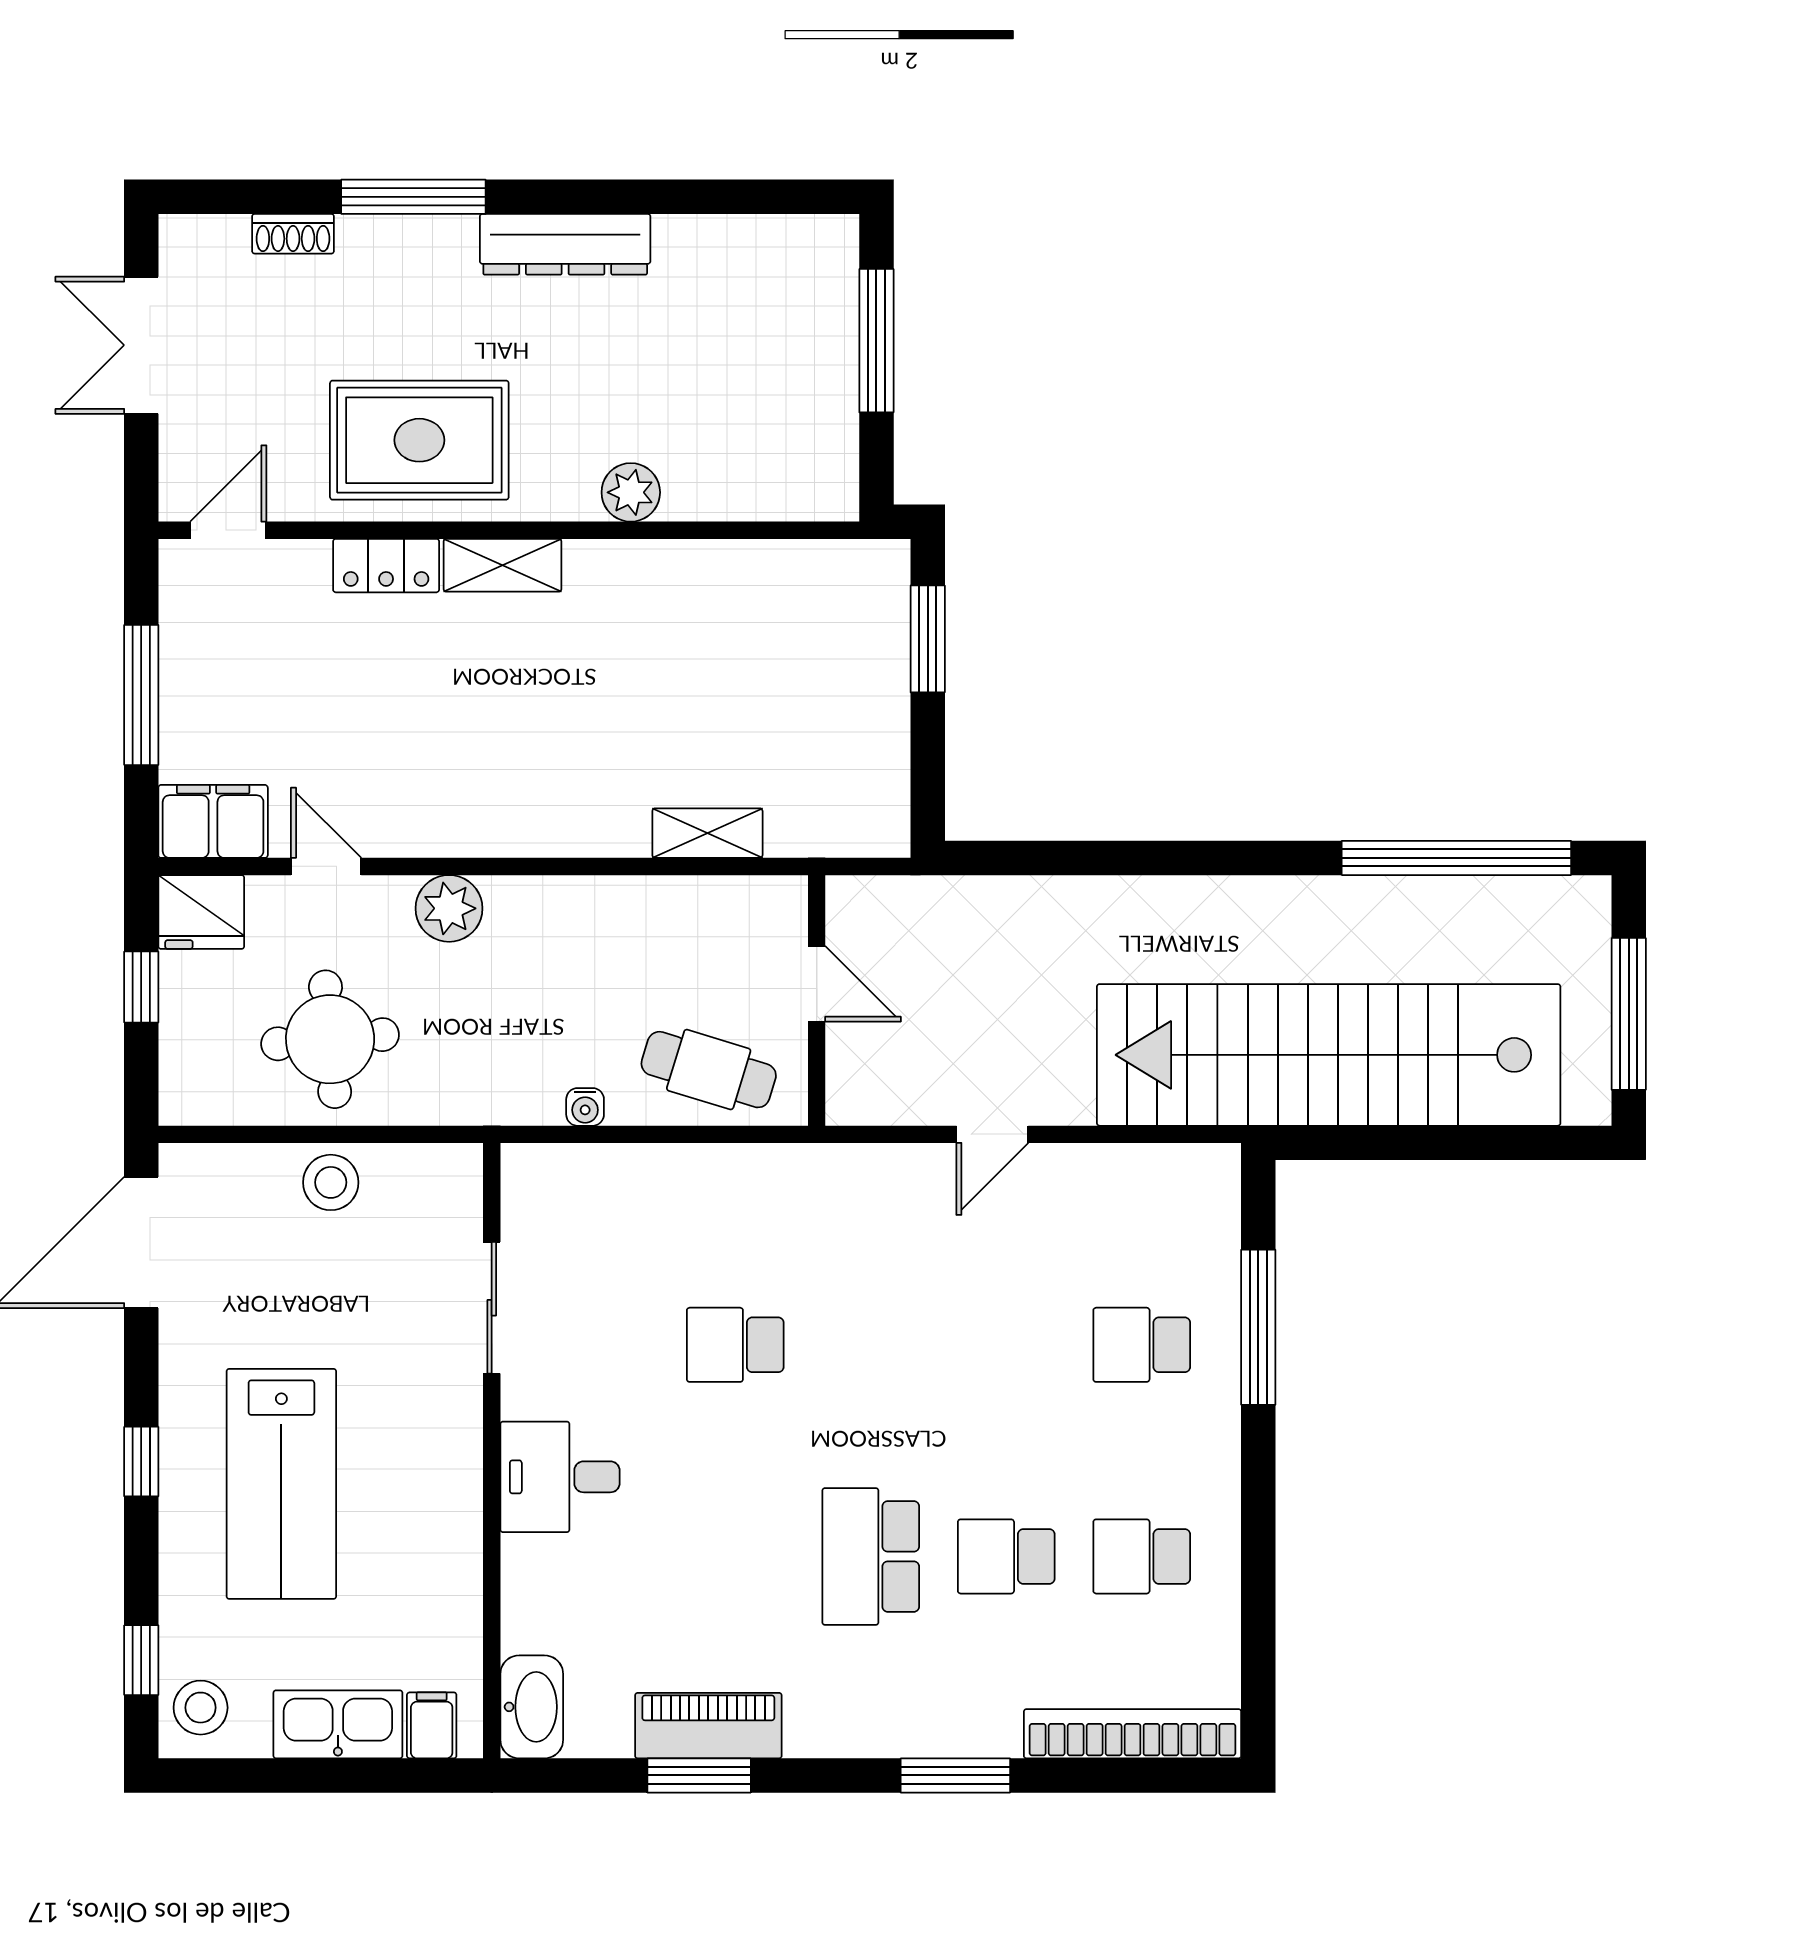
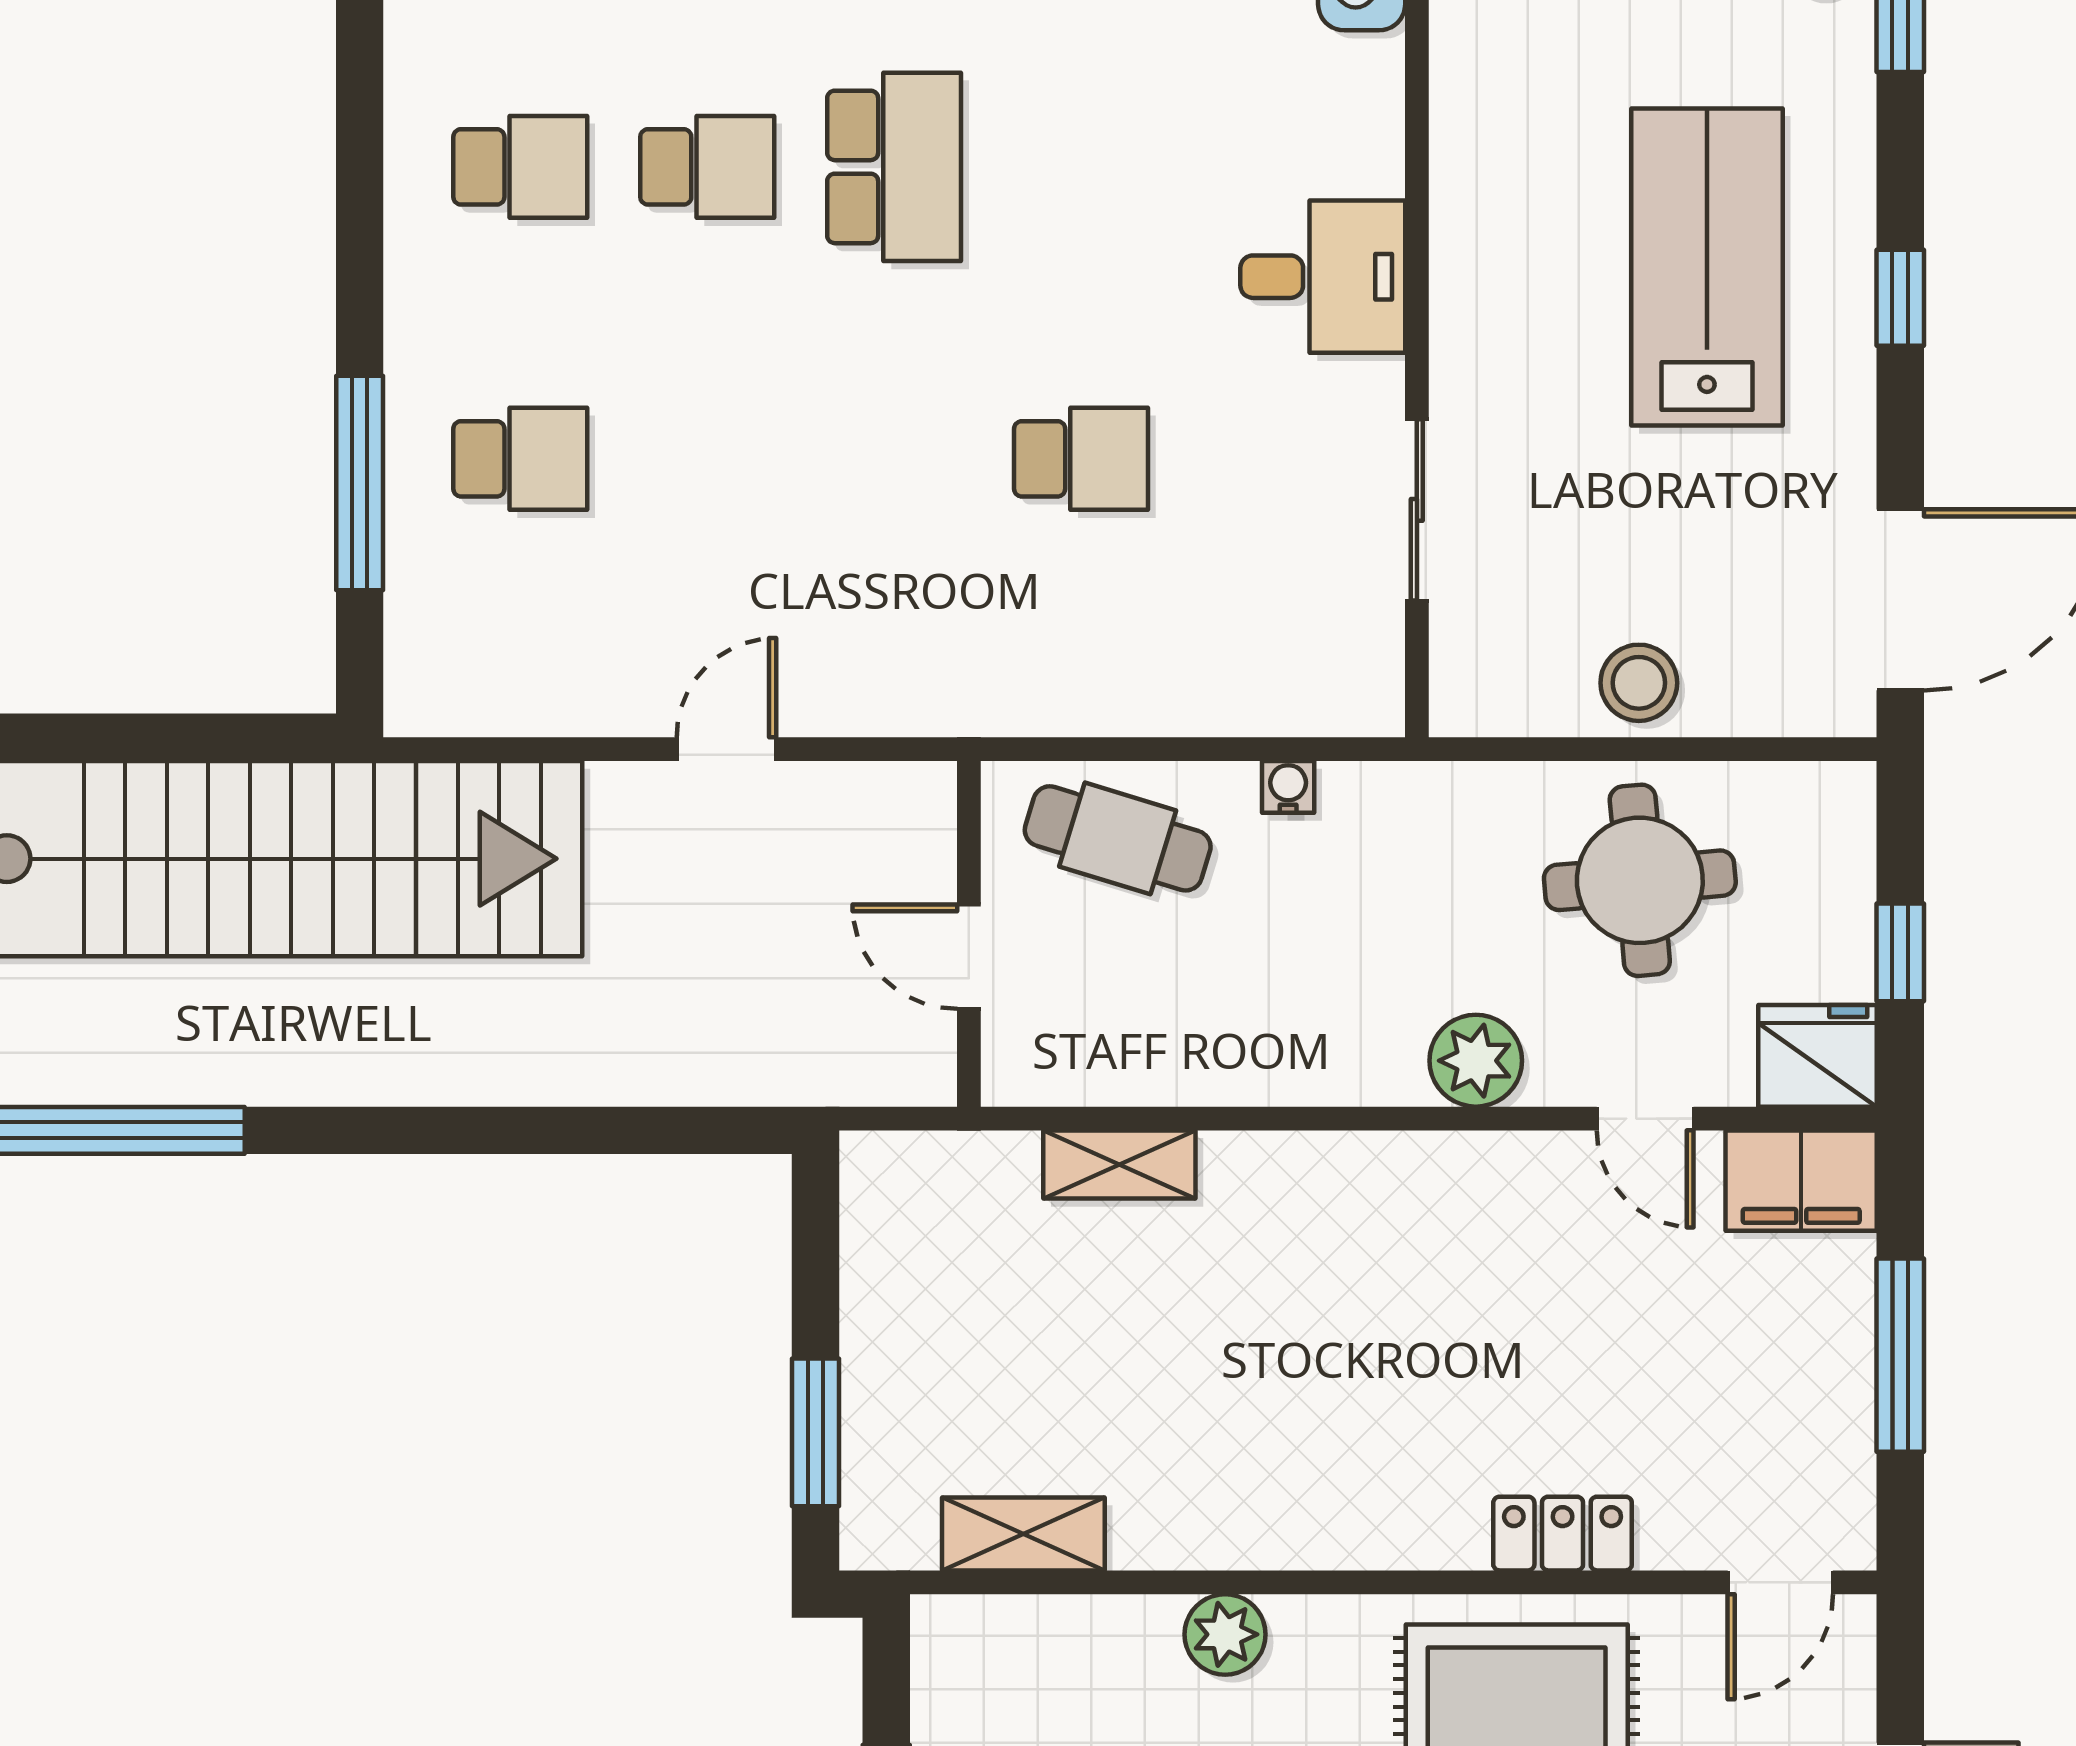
shelving: (502, 565) -> (1023, 1534), moved

